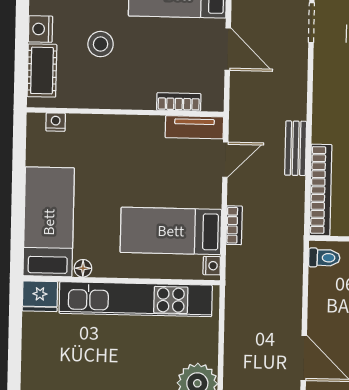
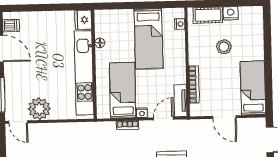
door: (228, 49) -> (224, 117), hinge flipped
bookcase: (179, 102) -> (194, 85), width x1.56
door: (225, 160) -> (163, 119), swing flipped
bed: (49, 222) -> (149, 39), moved, turned 90
nightstand: (212, 266) -> (142, 113), moved

